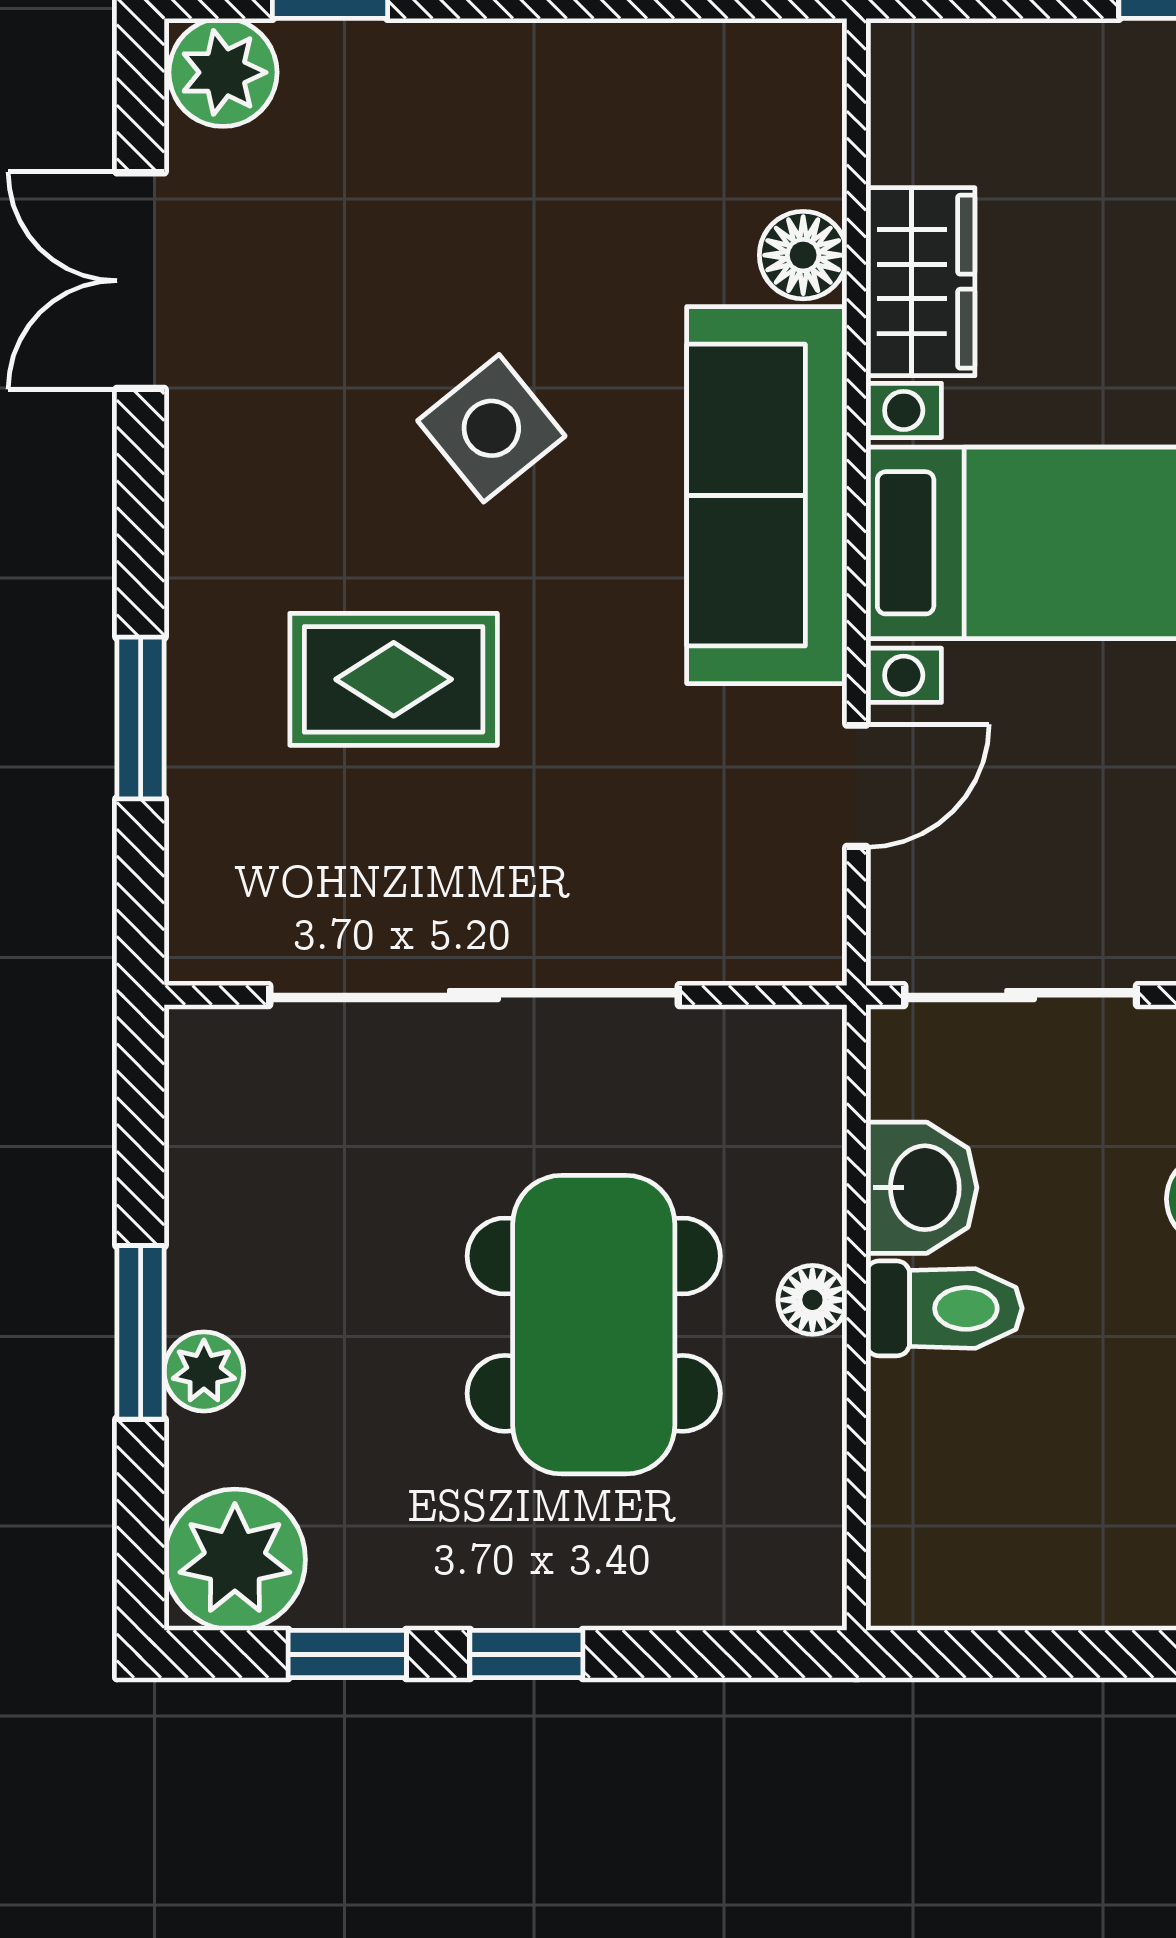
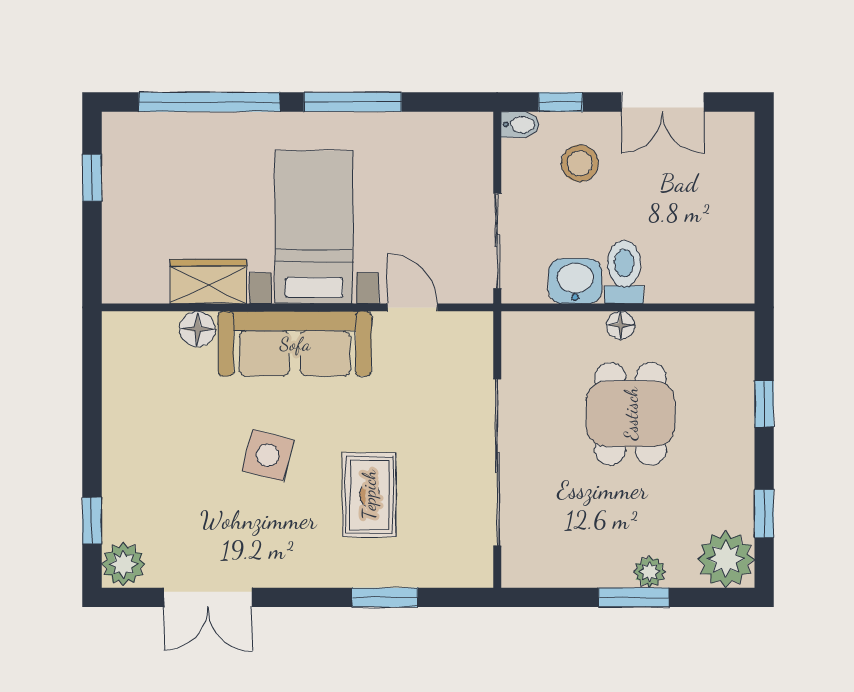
side table: (491, 428) -> (268, 455), turned -36
dining table: (594, 1325) -> (631, 414), width x0.73
window: (526, 1654) -> (764, 404), moved

